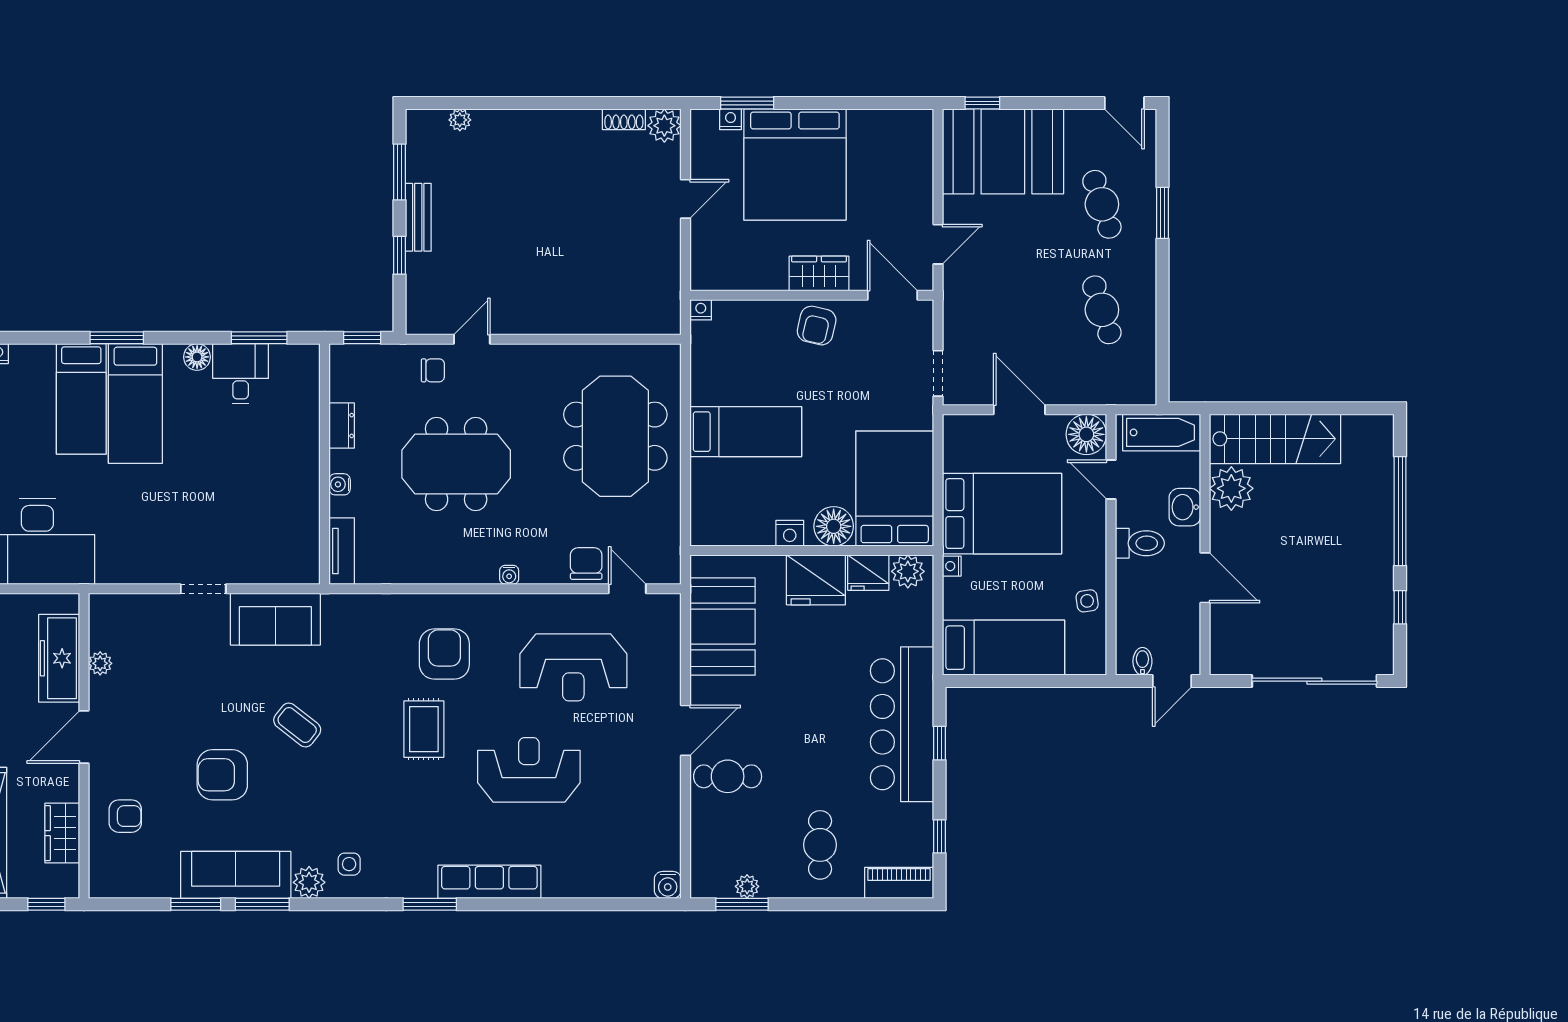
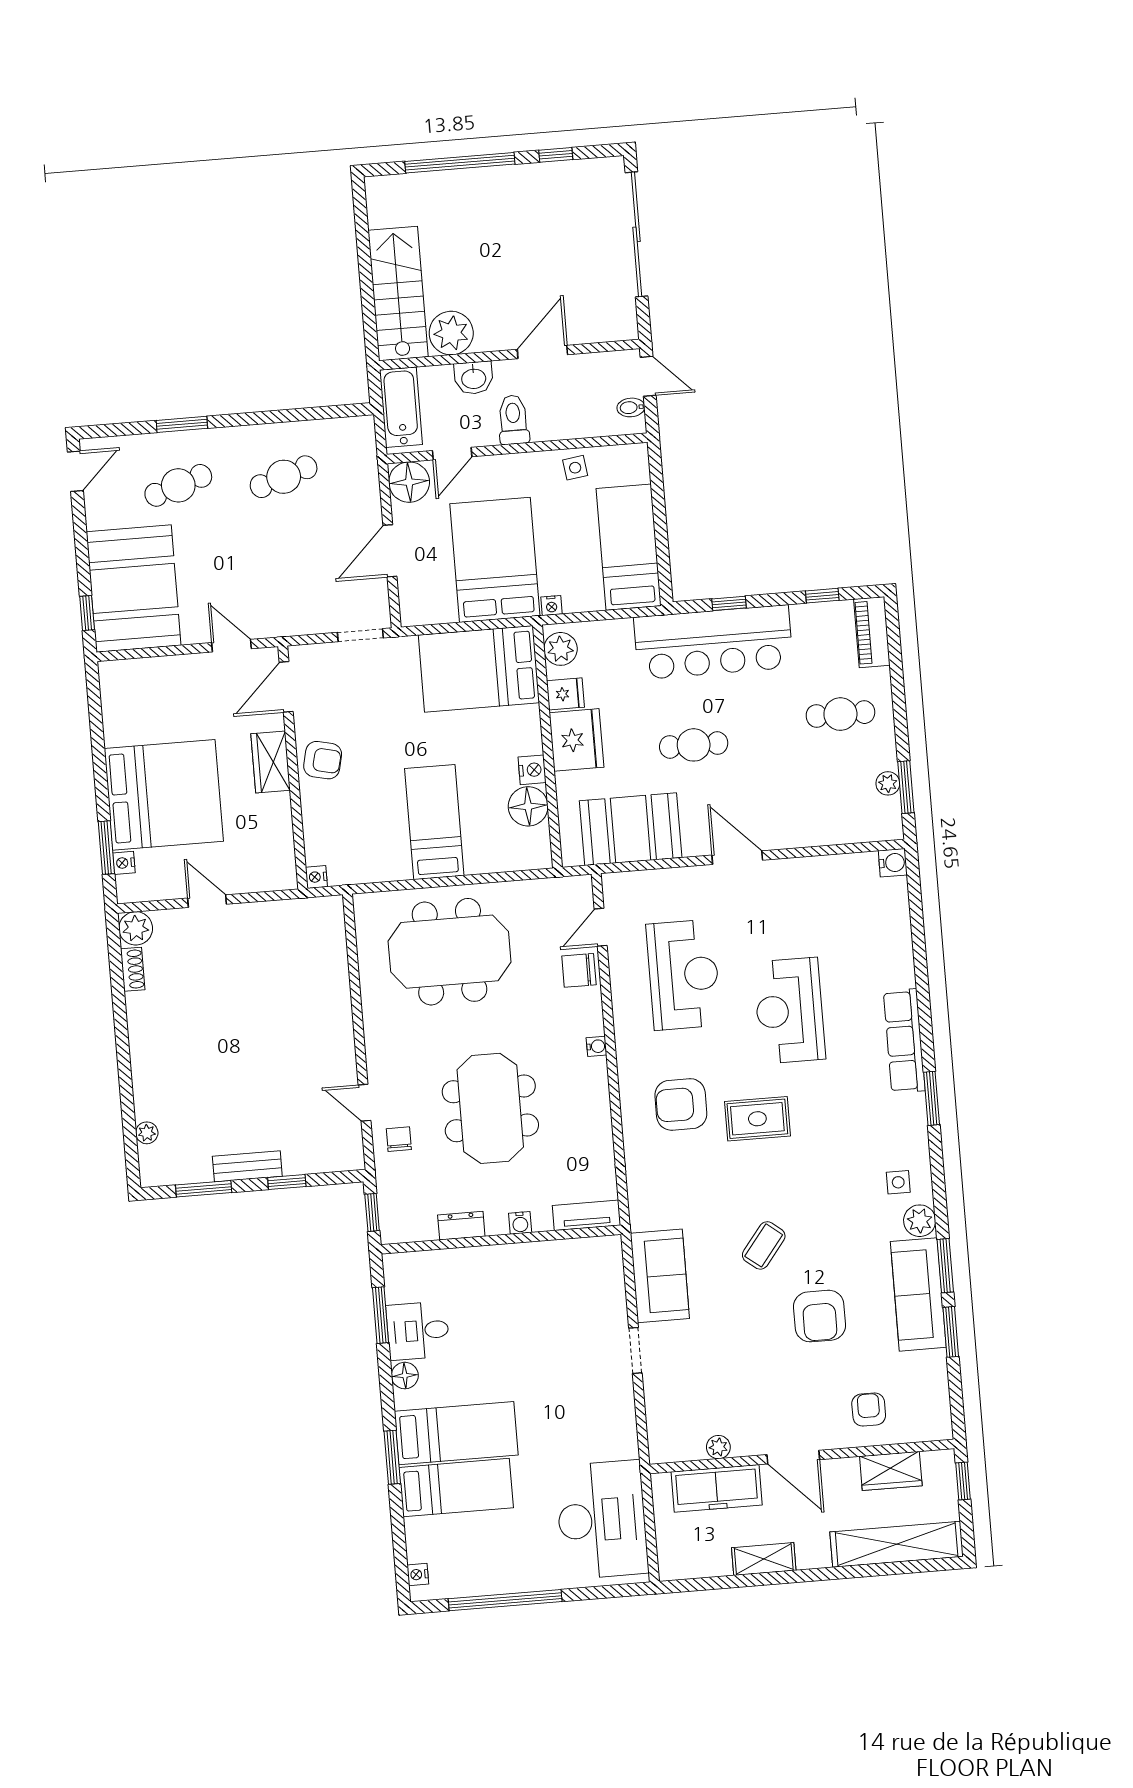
floor lamp: (834, 526) -> (528, 806), moved
fridge: (868, 573) -> (565, 694), width x0.72
cafe table: (728, 776) -> (694, 745), moved, turned 90

